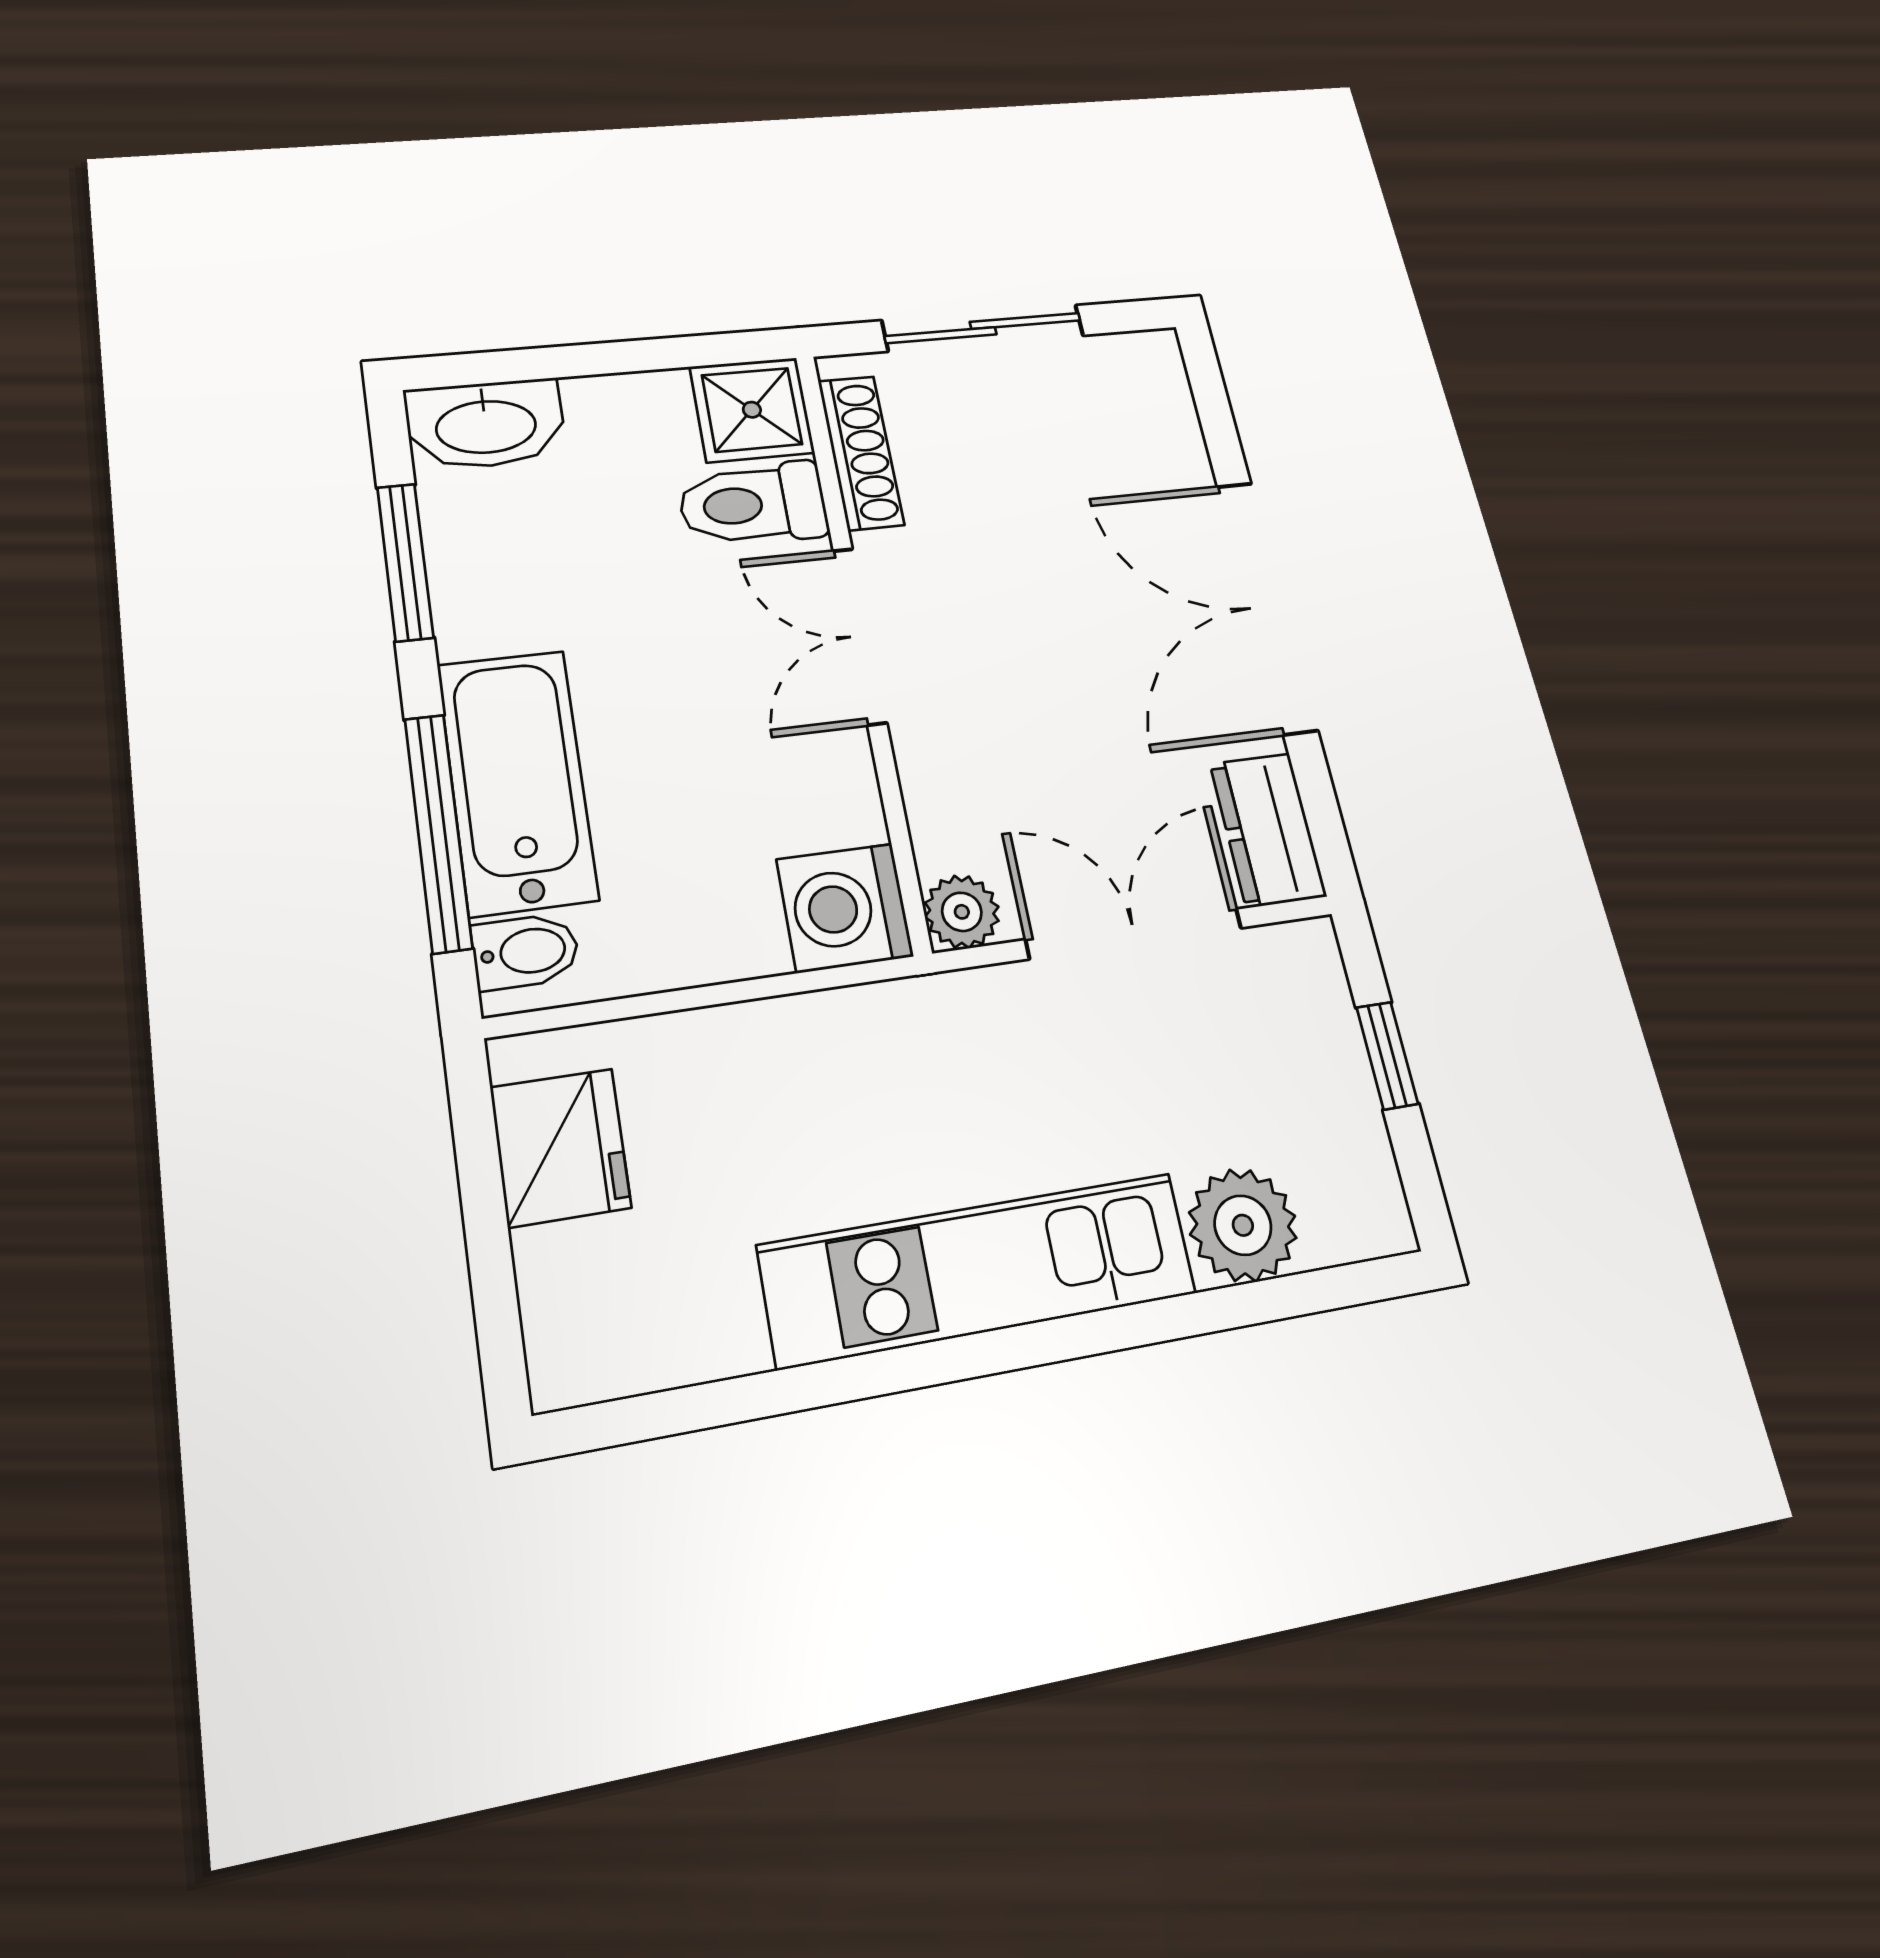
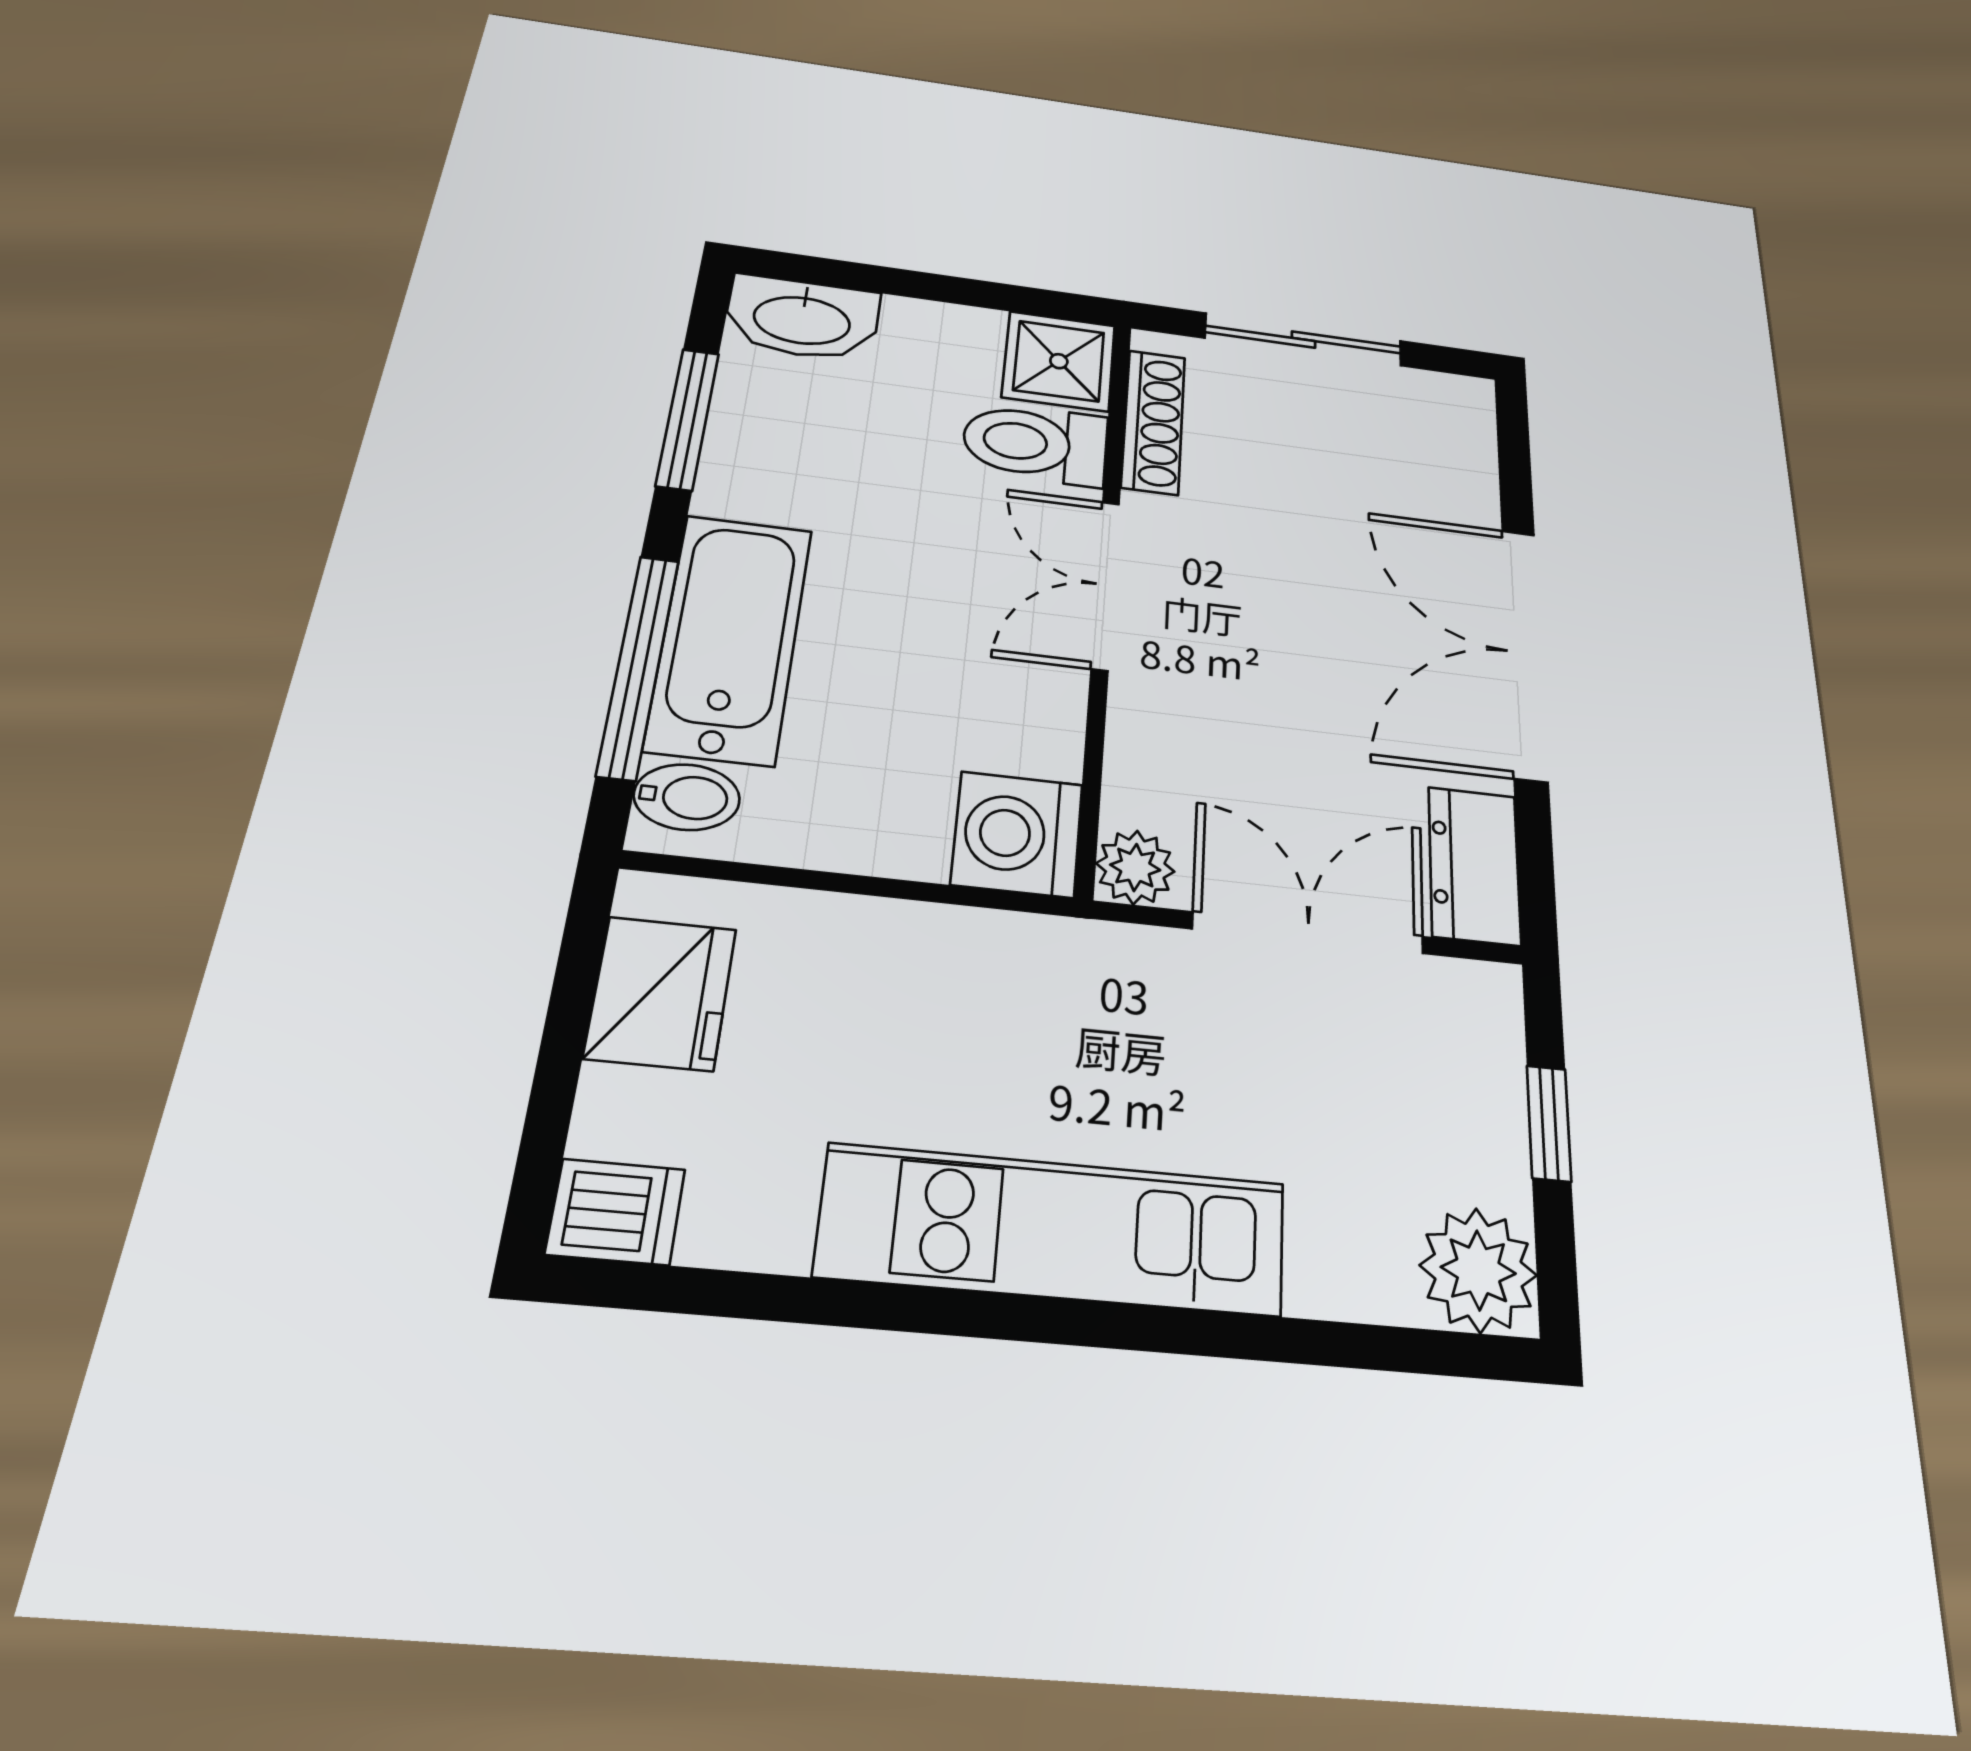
plant: (1243, 1225) -> (1478, 1270), moved
dishwasher: (583, 1360) -> (616, 1212), added

